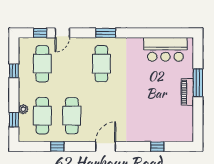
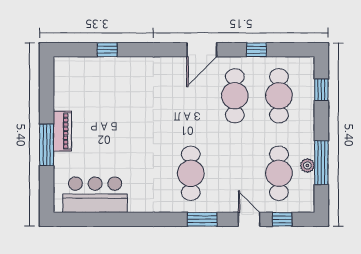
door: (62, 33) -> (249, 219), hinge flipped
window: (106, 33) -> (202, 219), moved
window: (14, 71) -> (321, 163), width x2.17
plant: (23, 109) -> (307, 166), moved
door: (106, 146) -> (202, 50), moved

